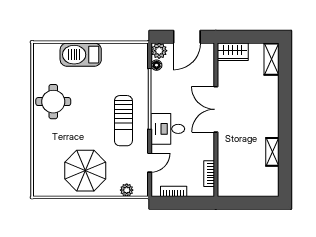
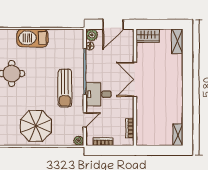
shelving: (272, 152) -> (178, 135), moved
plant: (127, 190) -> (79, 141), moved

